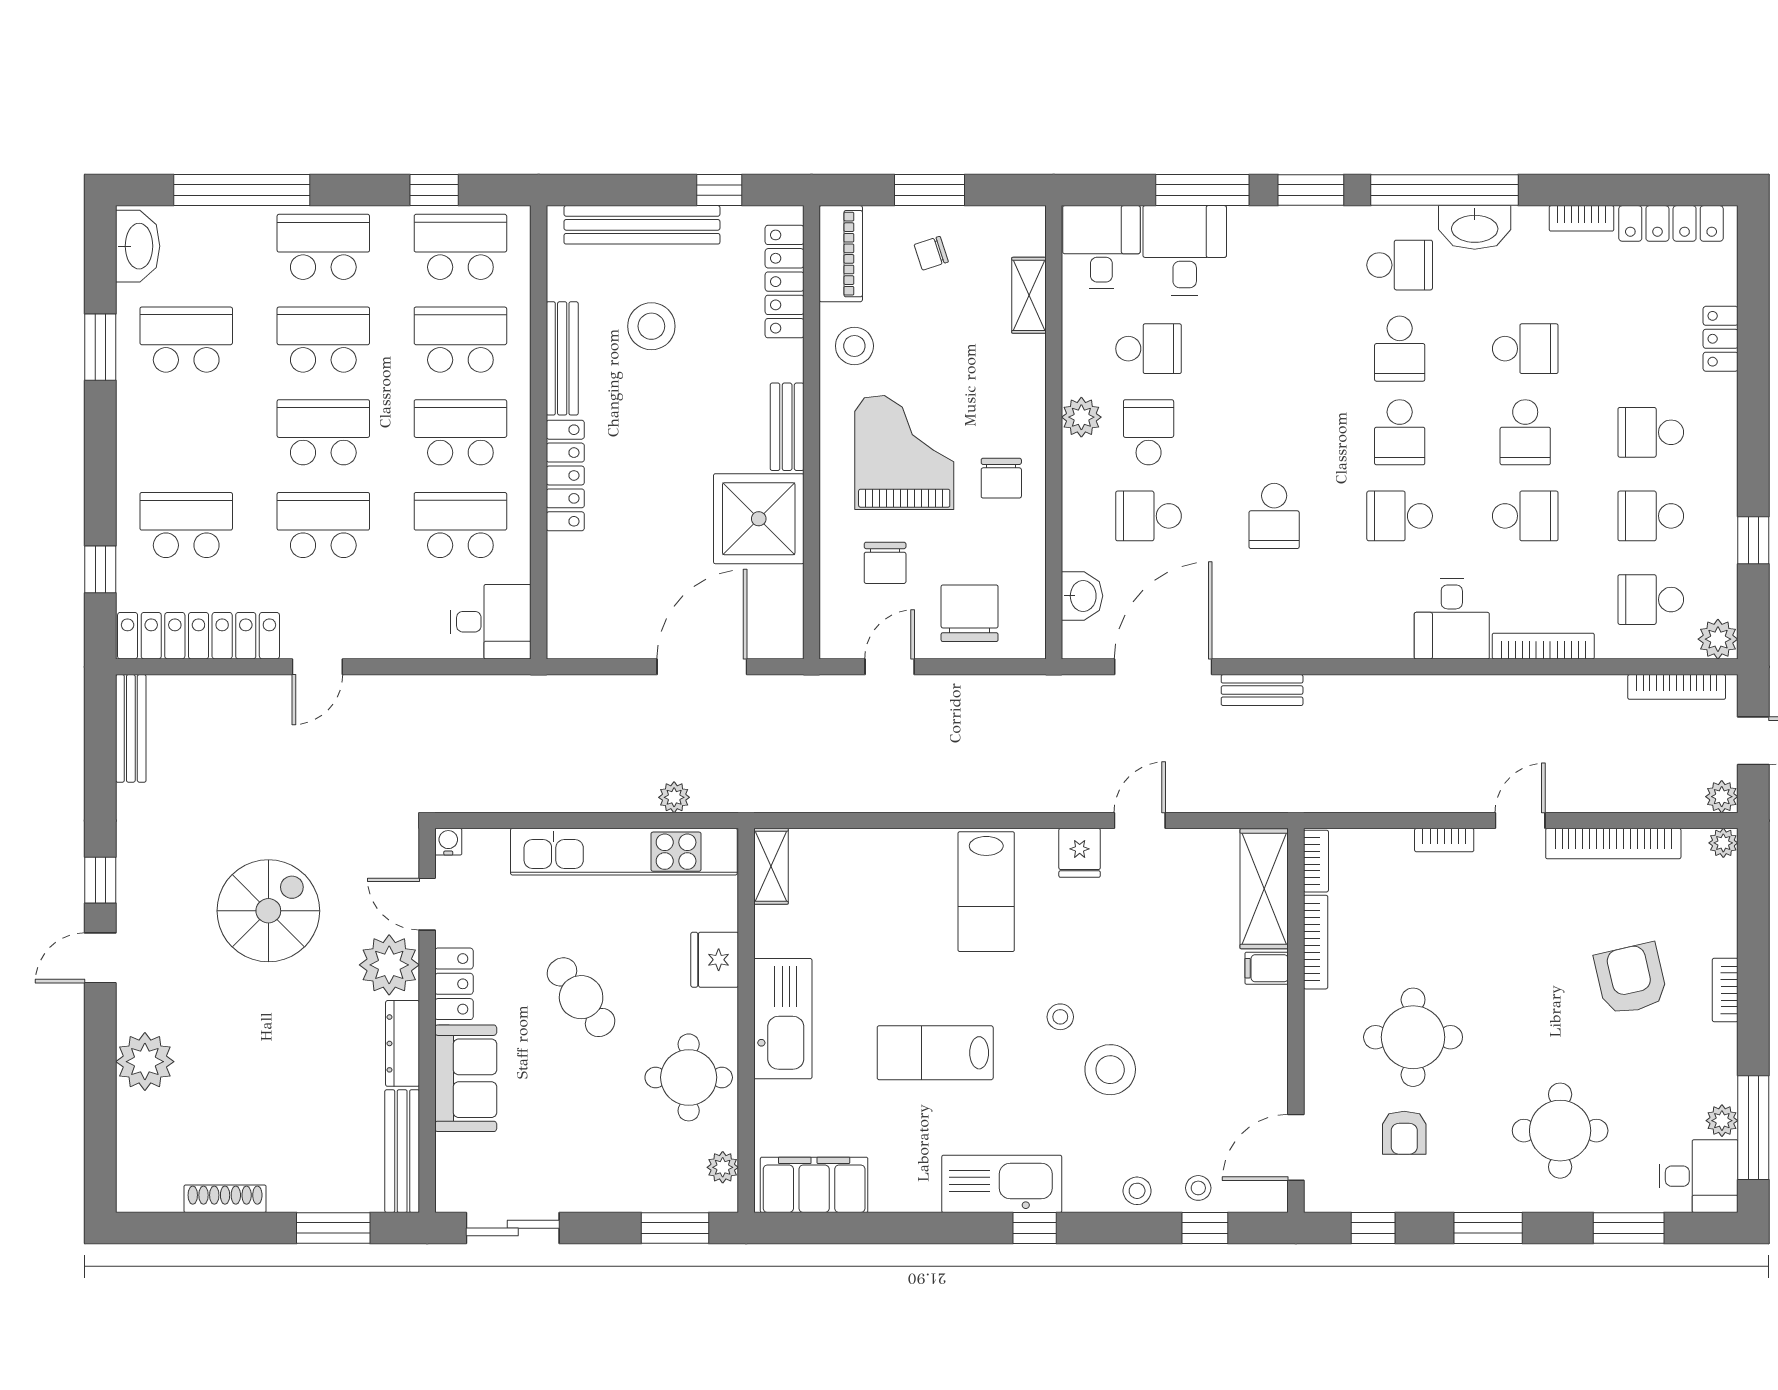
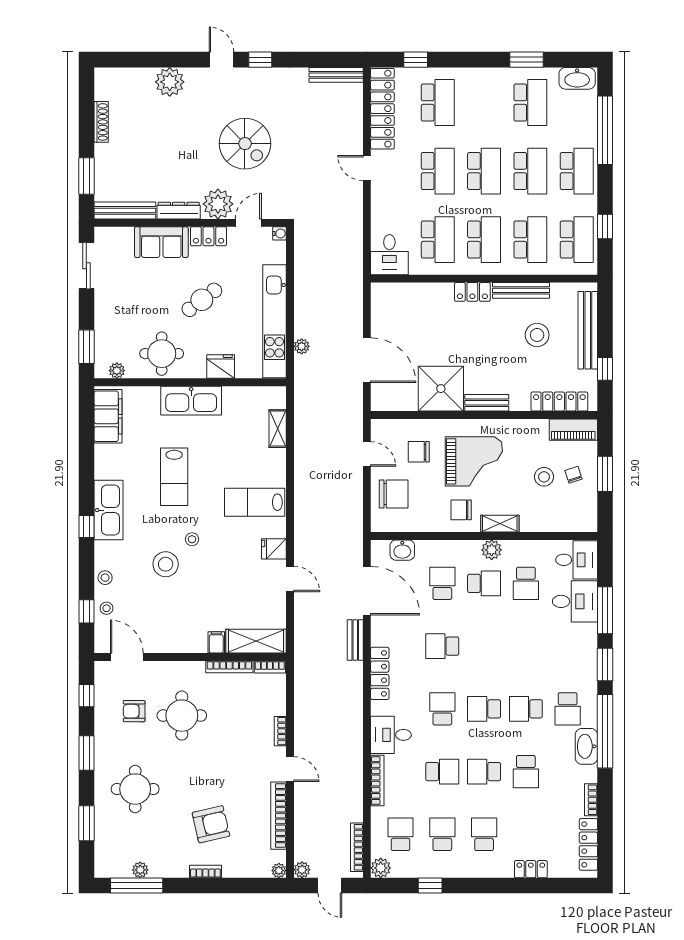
shelving: (1029, 295) -> (500, 524), moved
stool: (854, 346) -> (544, 477), moved
locker: (565, 475) -> (472, 292), width x0.66
school desk: (1525, 516) -> (442, 772), turned -90
locker: (1329, 641) -> (380, 673), added
shelving: (771, 866) -> (278, 429), moved, turned 90
lab bench: (935, 1053) -> (174, 477), turned 180
desk: (1699, 1176) -> (112, 858), removed

